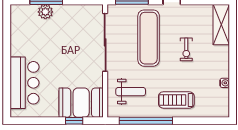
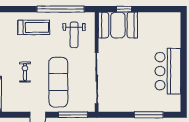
plant: (45, 12) -> (149, 105), removed
bar counter: (24, 83) -> (168, 71), moved
weight bench: (131, 92) -> (74, 35), turned -90

